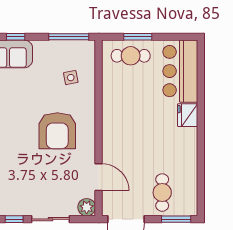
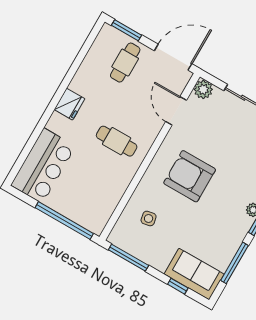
window: (138, 37) -> (64, 221), width x2.11
cafe table: (131, 56) -> (117, 141), moved
fridge: (188, 115) -> (70, 104), moved
armchair: (57, 131) -> (190, 176), turned -90

